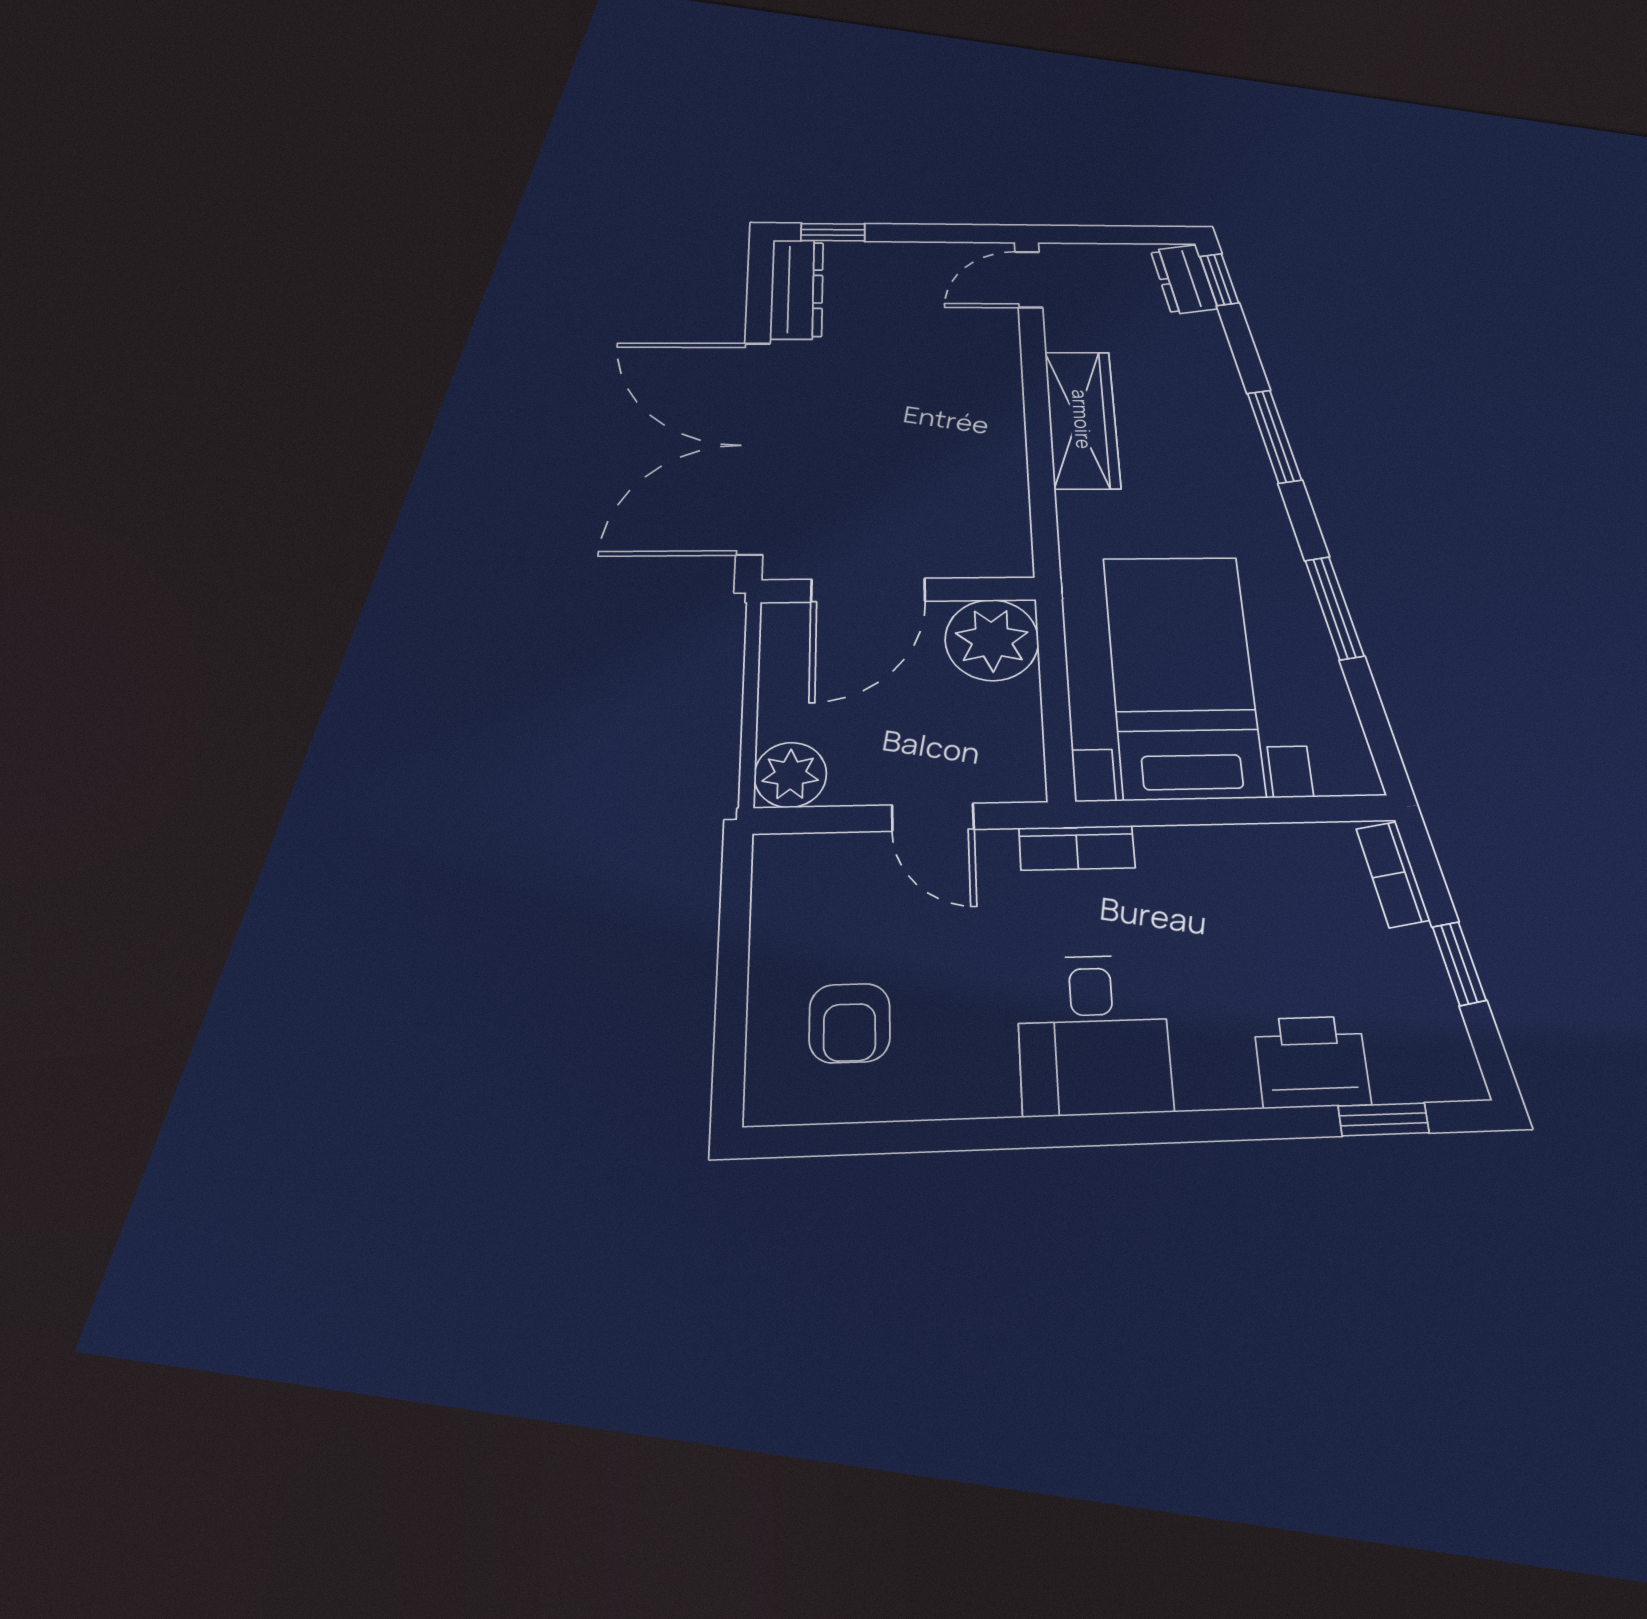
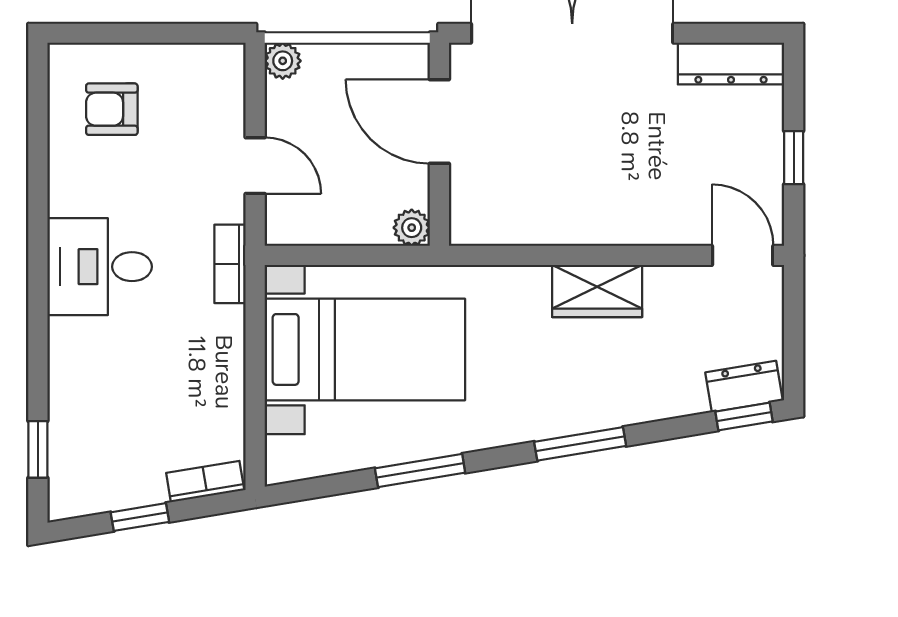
window: (833, 232) -> (794, 158), moved
wardrobe: (1082, 419) -> (597, 291), width x0.67
plant: (992, 640) -> (412, 228), width x0.53, depth x0.53
plant: (790, 775) -> (283, 61), width x0.73, depth x0.73
door: (933, 817) -> (255, 166), swing flipped
printer: (1312, 1062) -> (77, 408), removed

